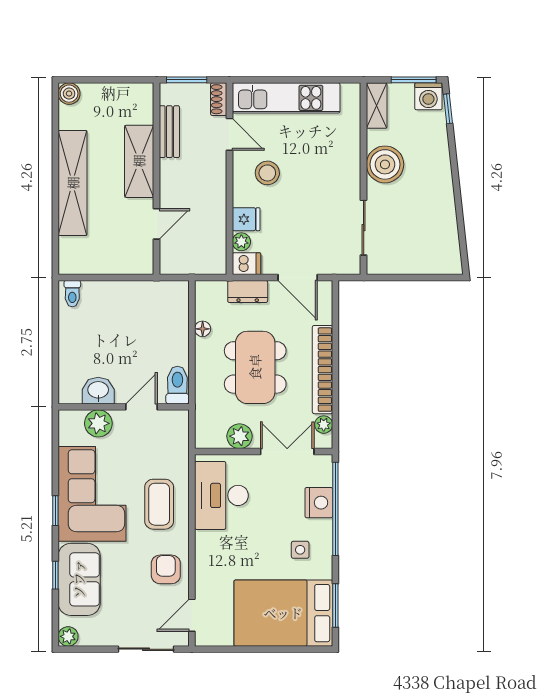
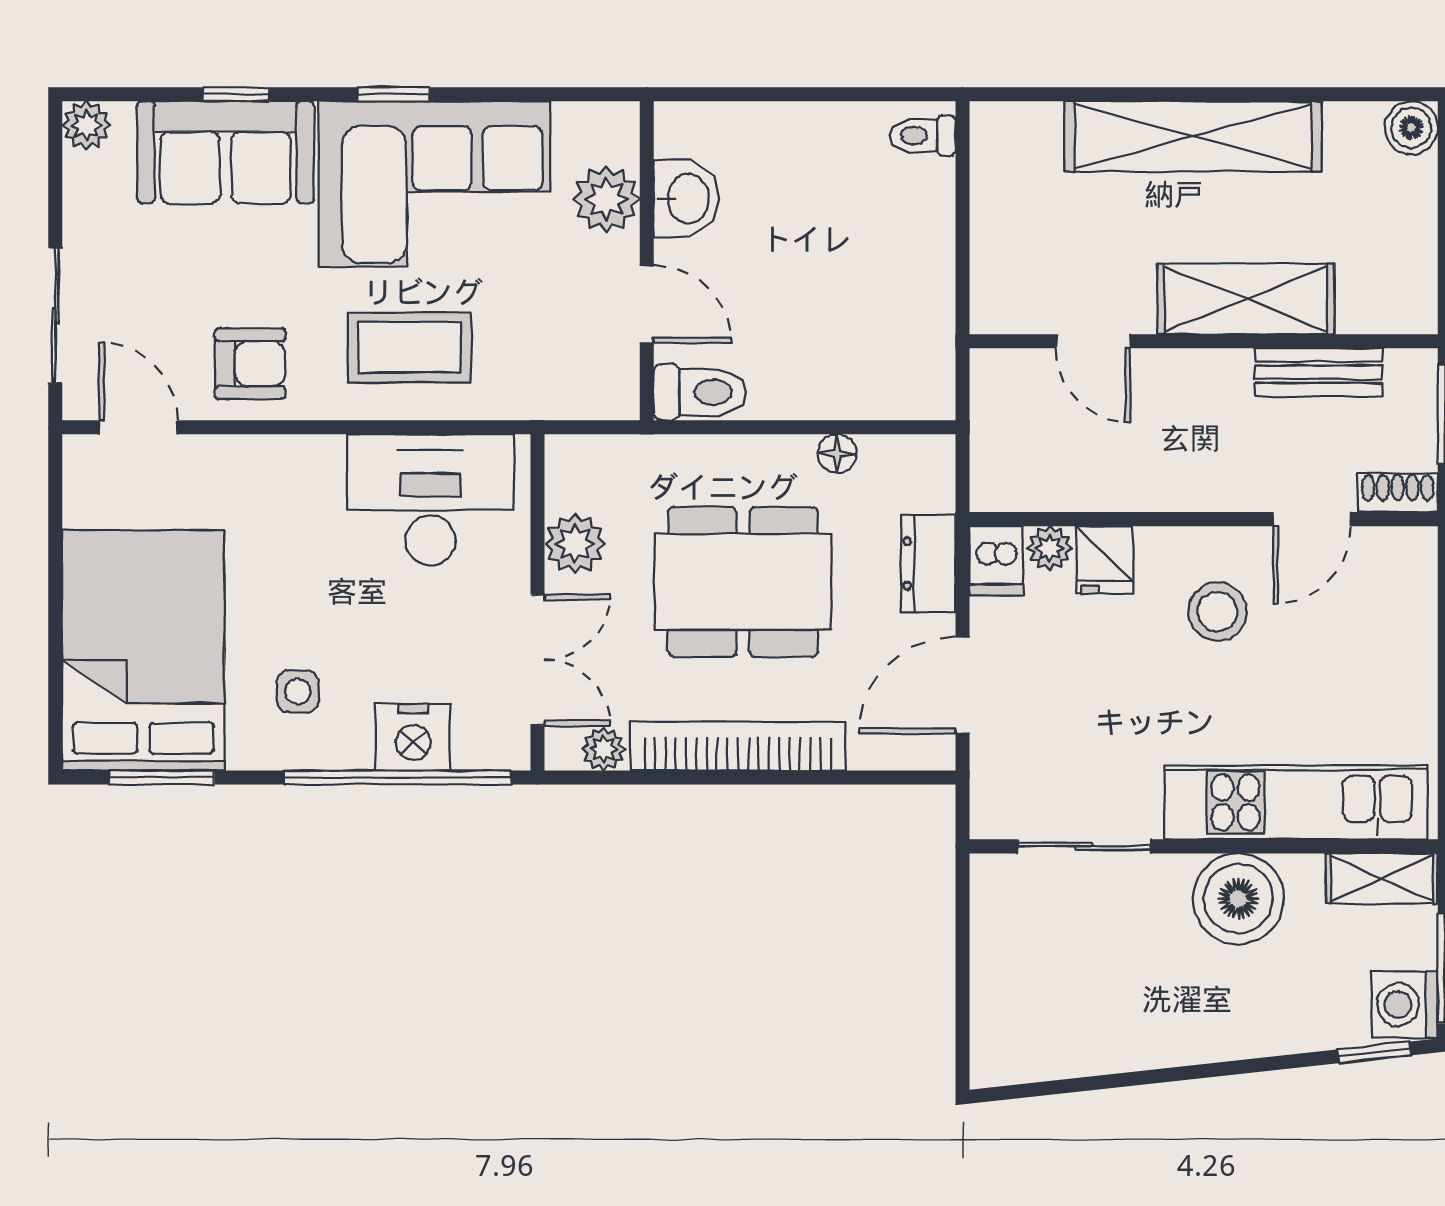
kitchen unit: (286, 98) -> (1296, 802), moved, turned 90

